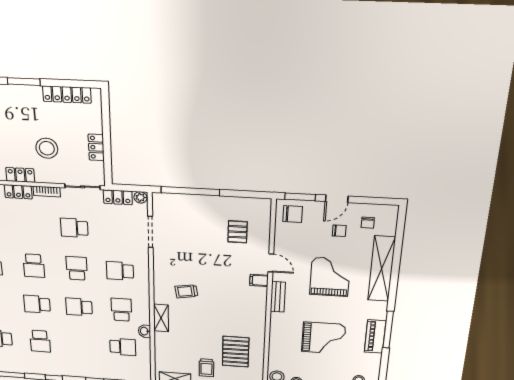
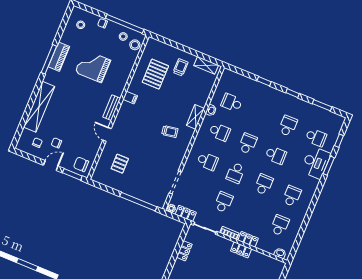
stool: (47, 148) -> (215, 261), removed
school desk: (74, 228) -> (224, 202), turned -90
grand piano: (330, 277) -> (73, 112), removed
filing cabinet: (259, 280) -> (130, 98), moved
school desk: (79, 307) -> (248, 144), turned -90
school desk: (121, 310) -> (220, 132), turned -90

